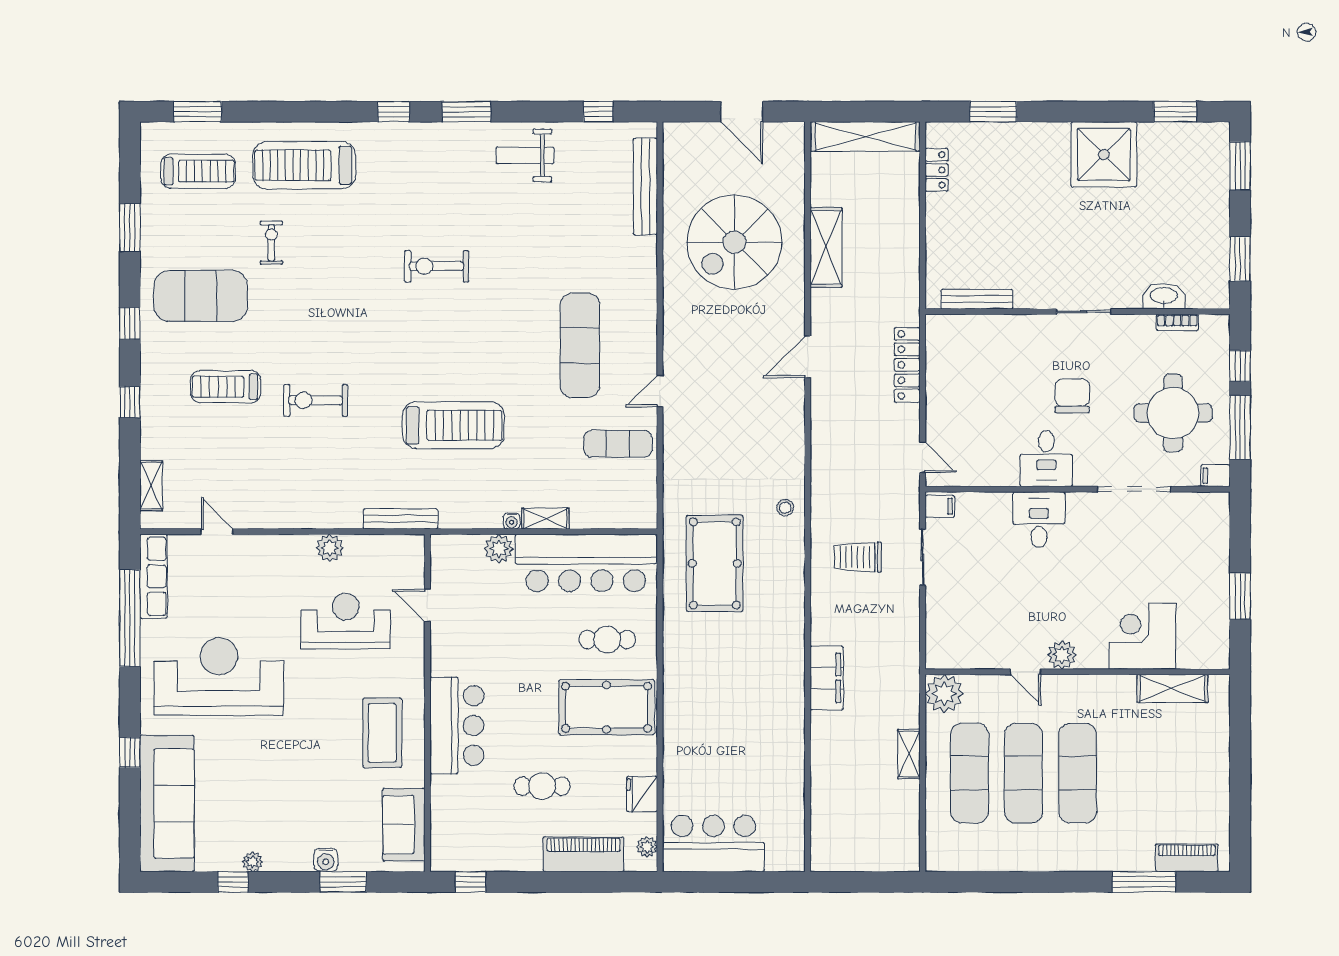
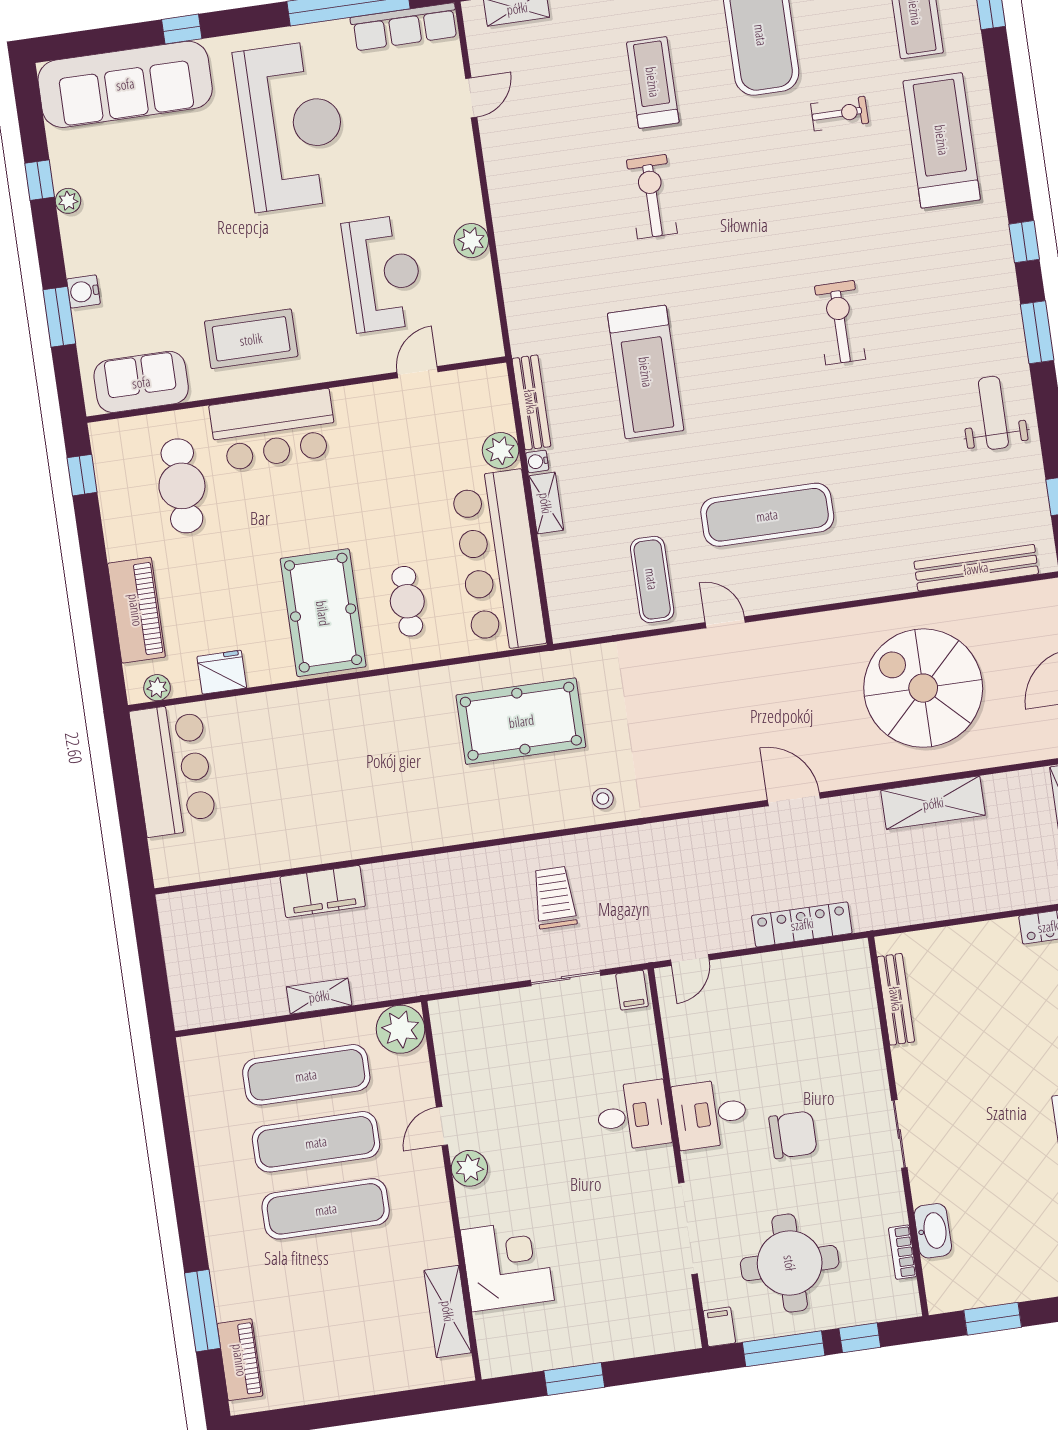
bench: (400, 519) -> (531, 402), moved
filing cabinet: (827, 678) -> (323, 891), moved
cafe table: (542, 786) -> (182, 486), moved, width x1.37, depth x1.35

